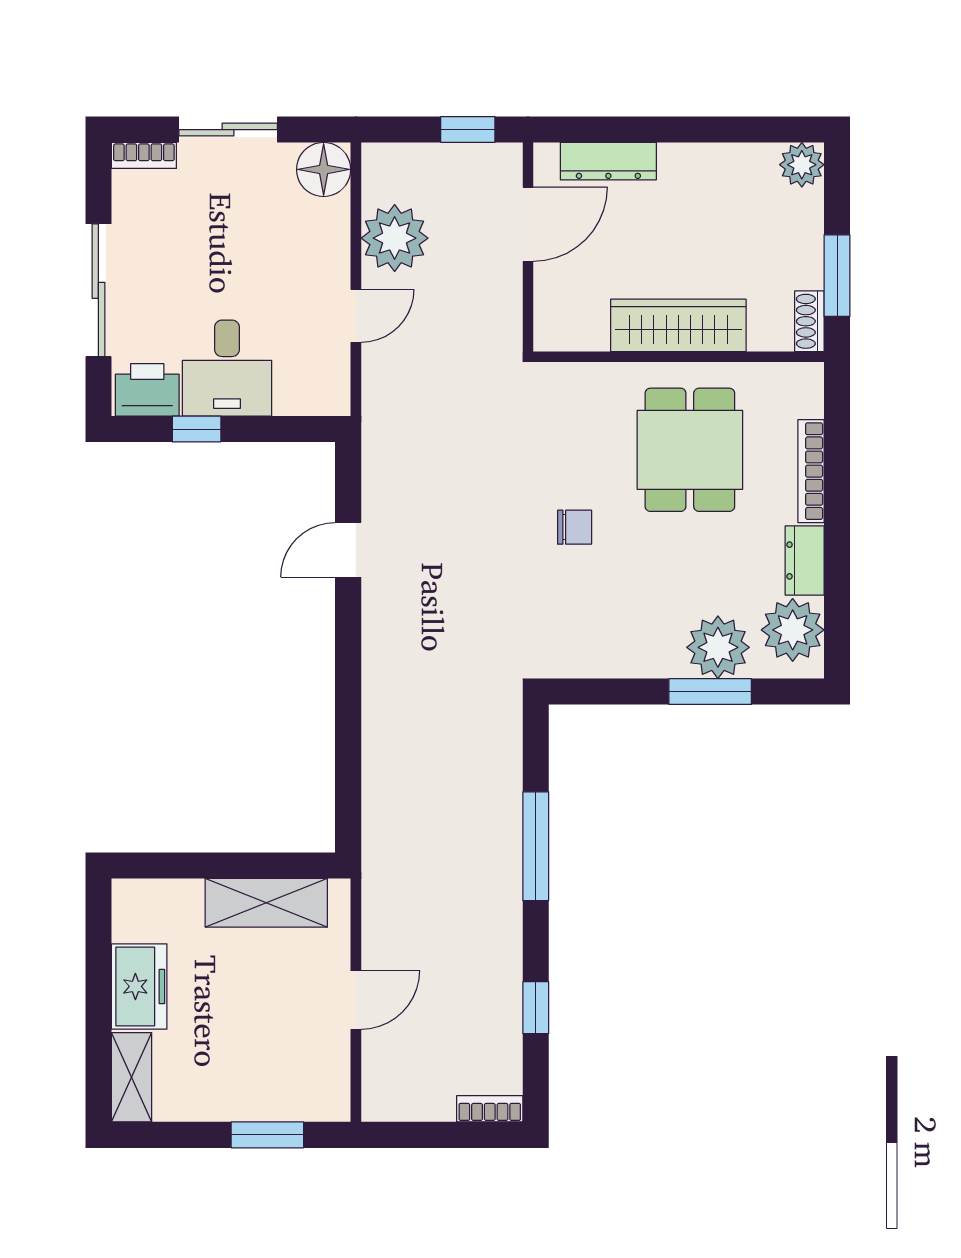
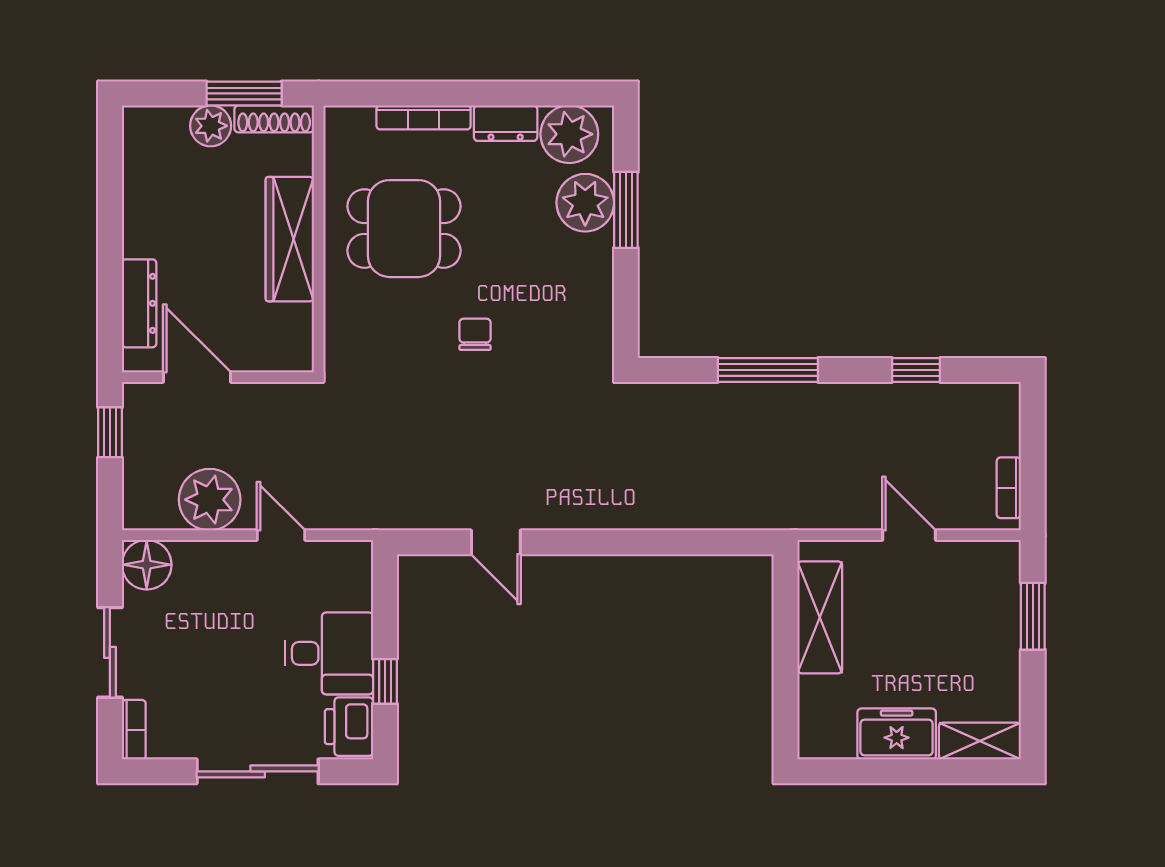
plant: (802, 165) -> (211, 126), moved
shoe rack: (809, 321) -> (274, 119), width x1.43
bookcase: (490, 1109) -> (1009, 488), moved

